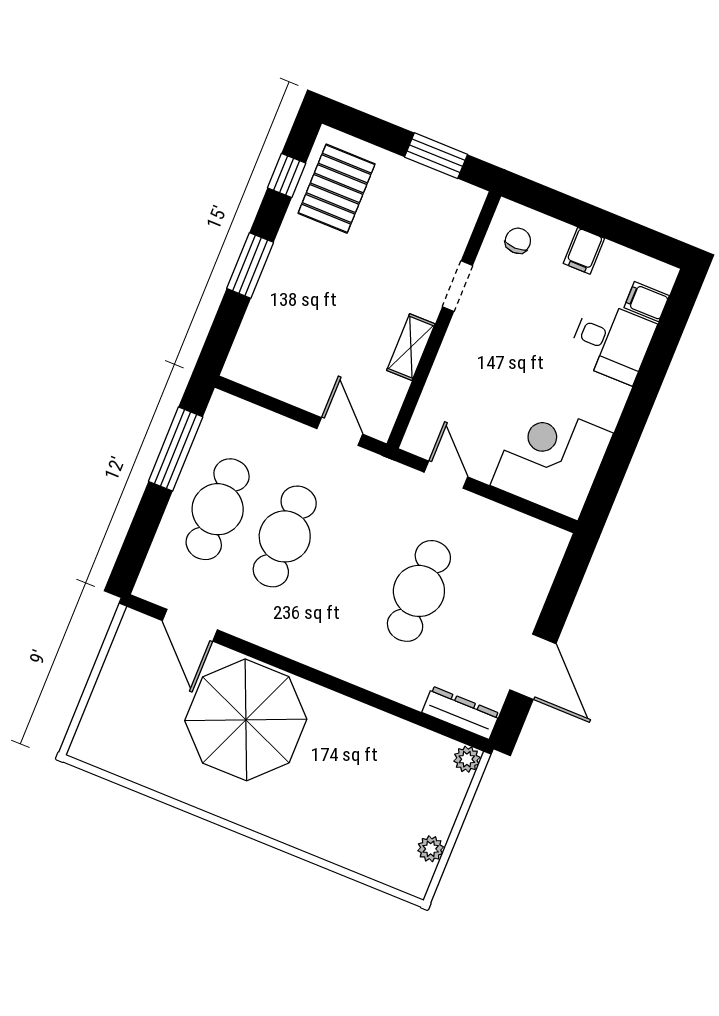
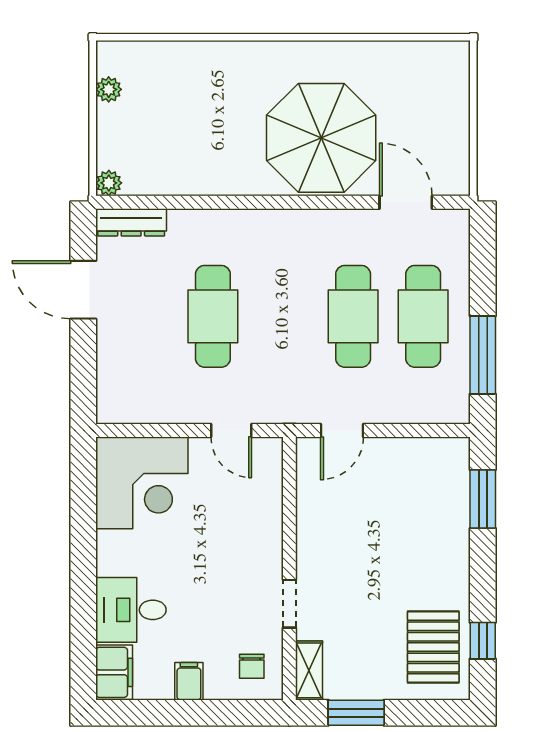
window: (250, 265) -> (483, 499), moved
filing cabinet: (647, 302) -> (114, 672), width x2.00
shelving: (411, 347) -> (309, 670), moved
door: (340, 431) -> (342, 431), hinge flipped

